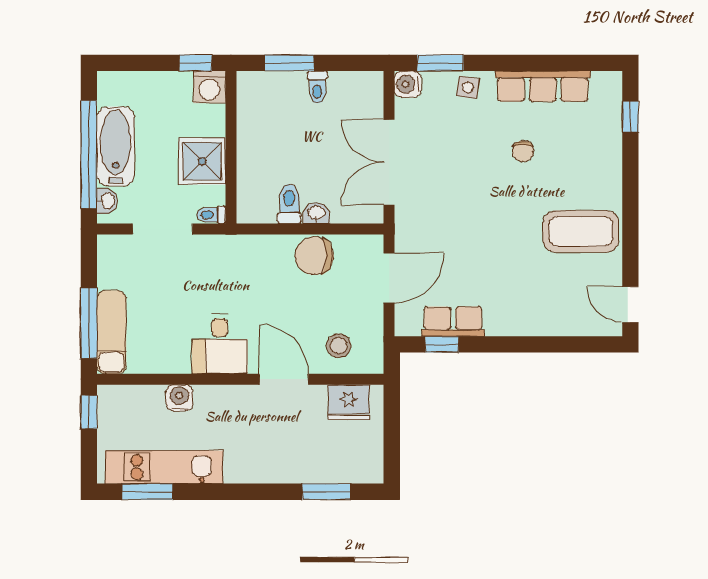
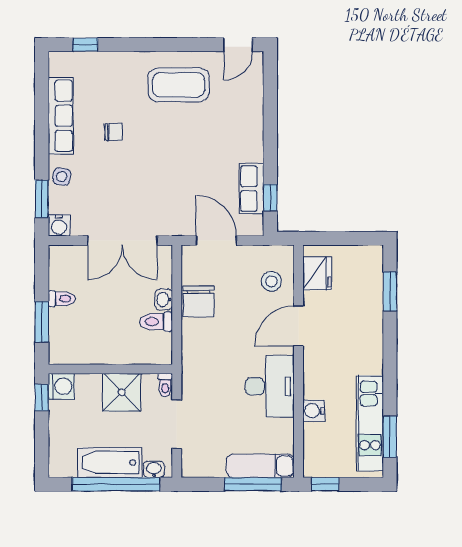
coffee table: (581, 231) -> (179, 85), turned 90
desk: (220, 344) -> (270, 386), width x1.37

